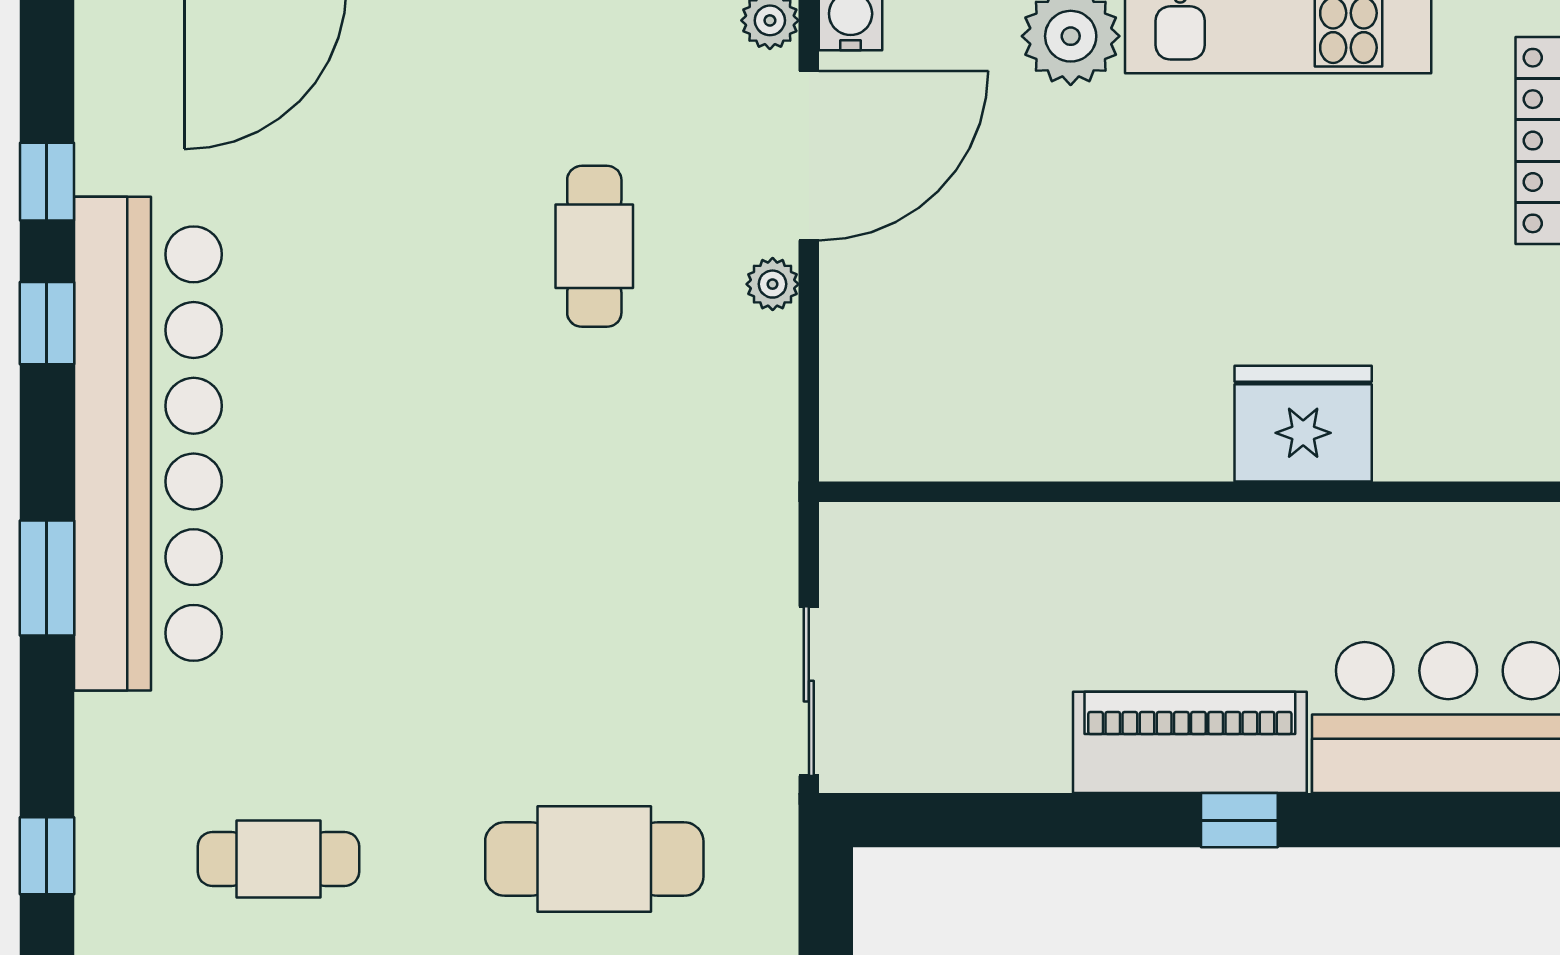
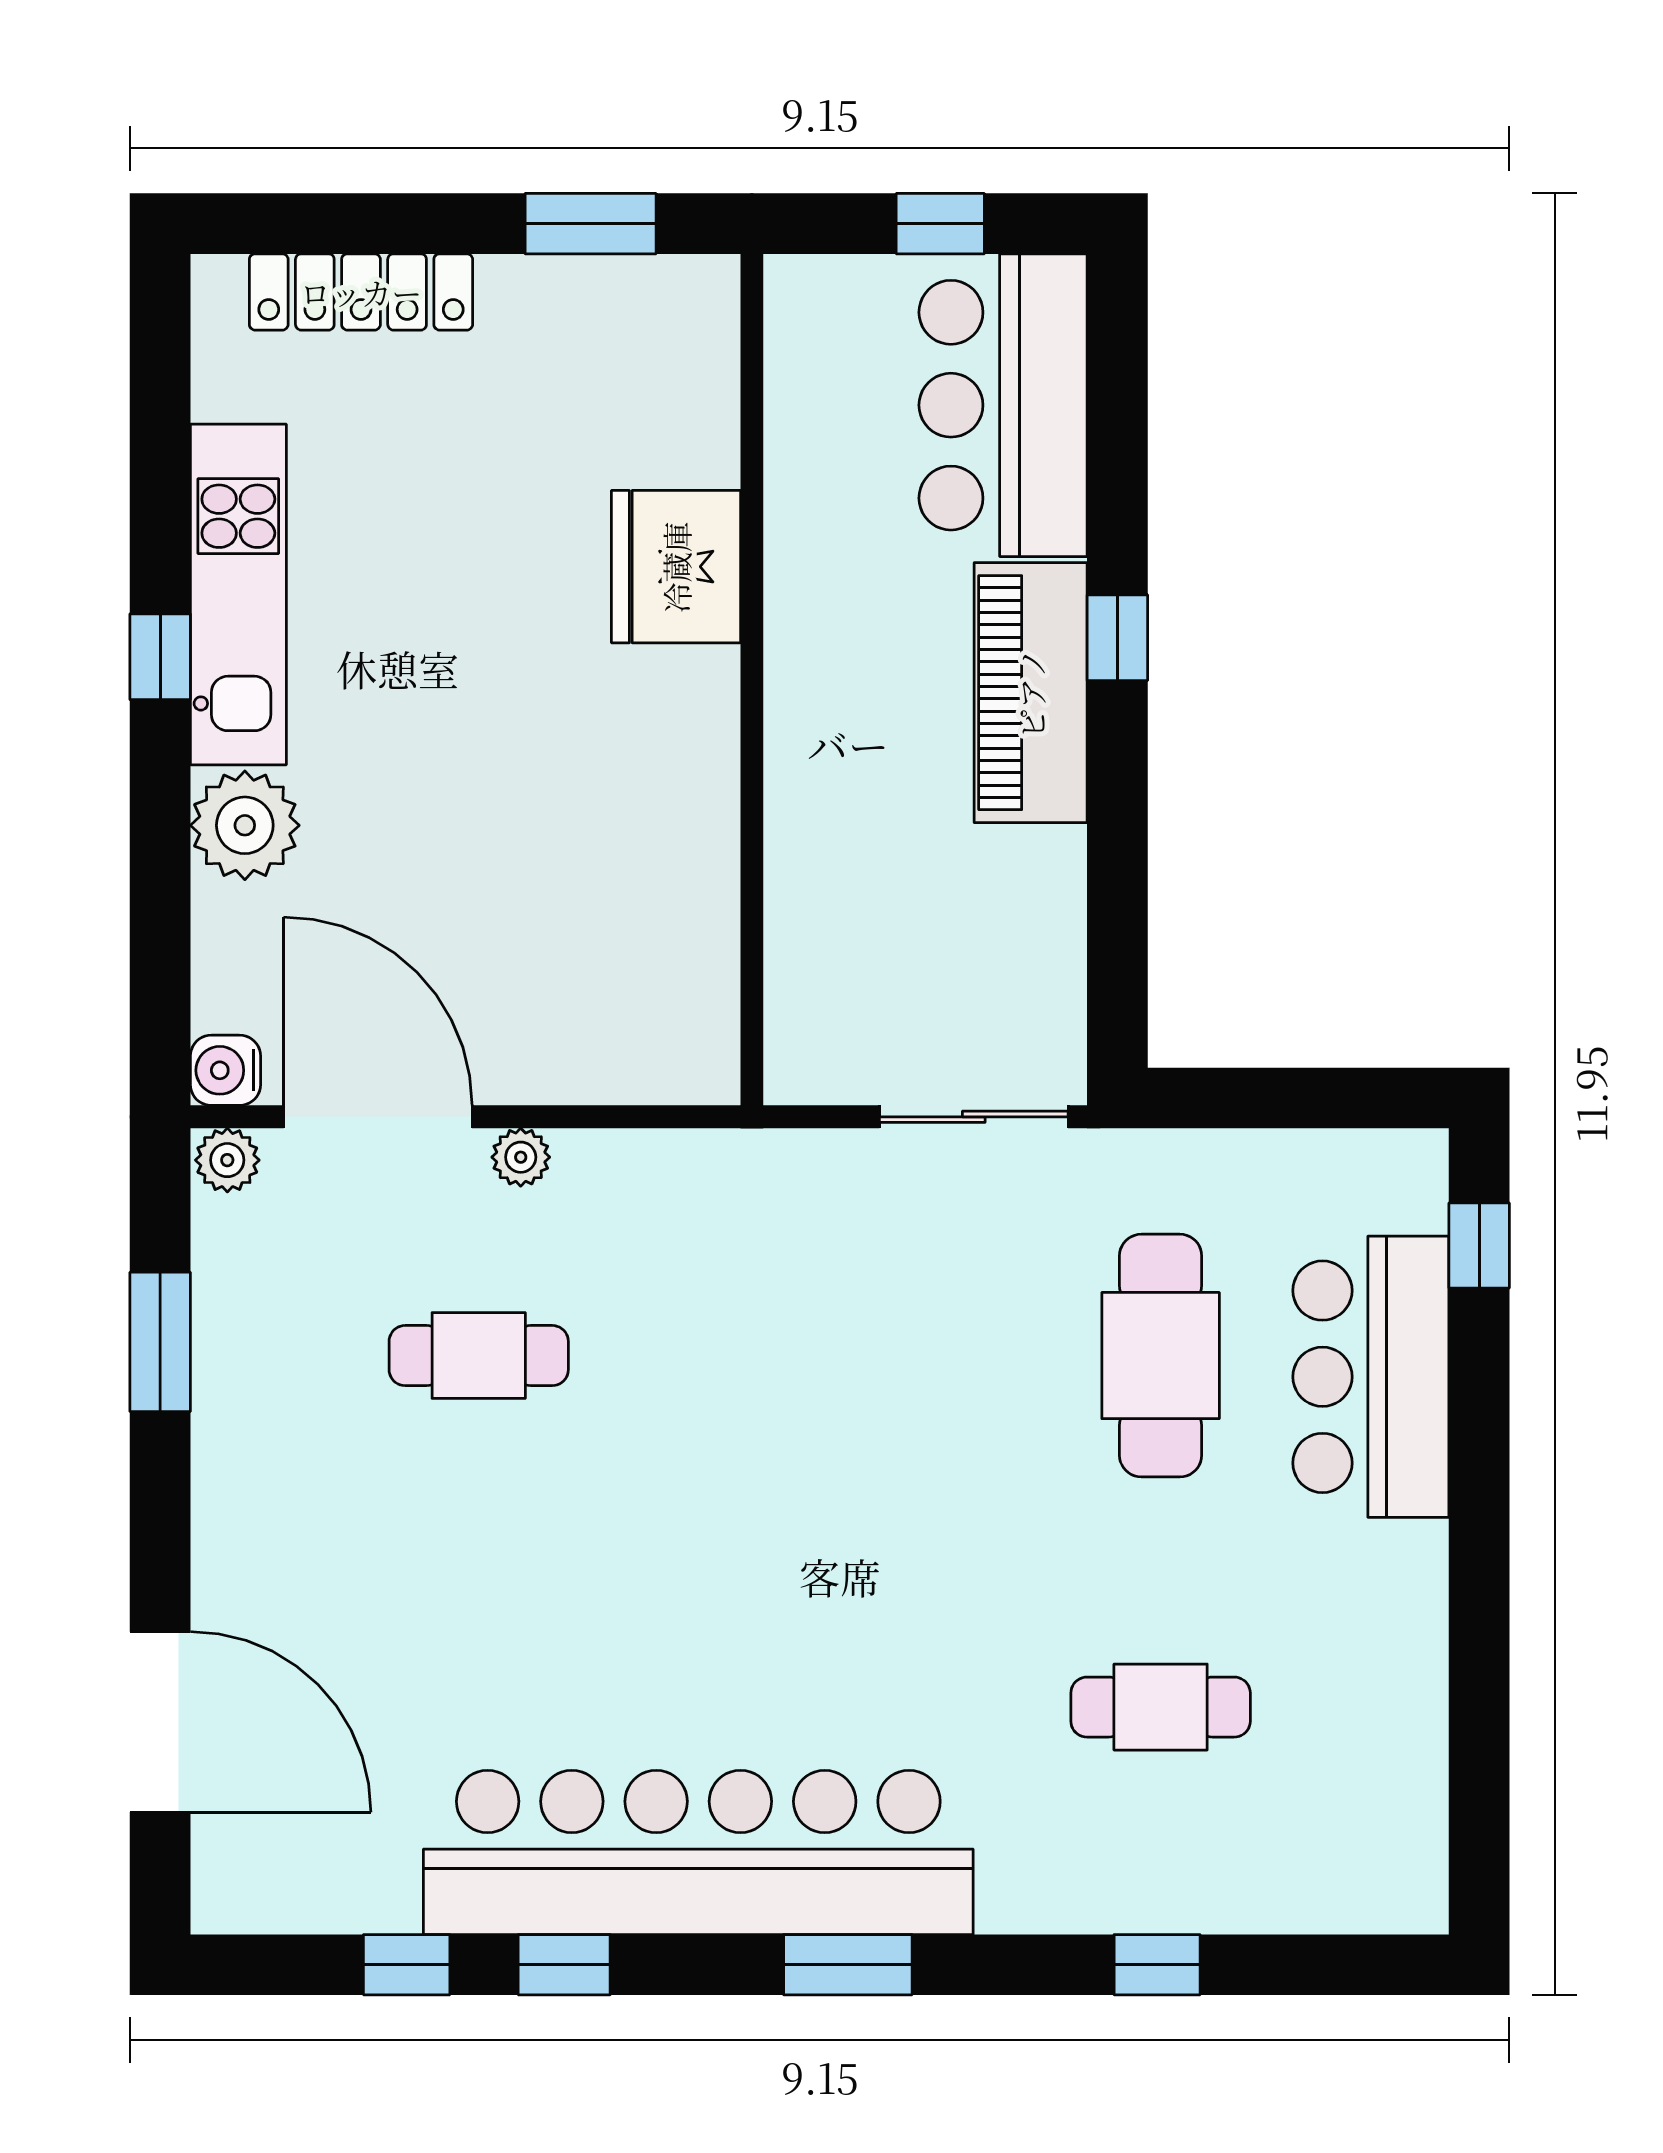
cafe table: (278, 859) -> (1161, 1707), turned 90

